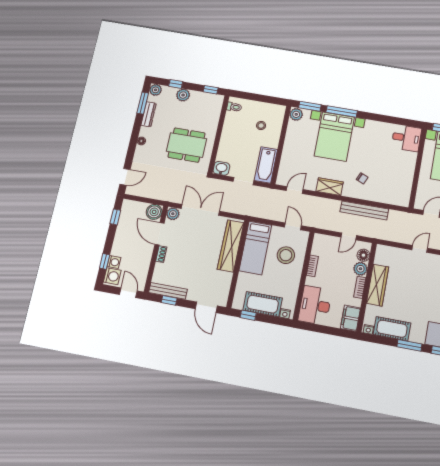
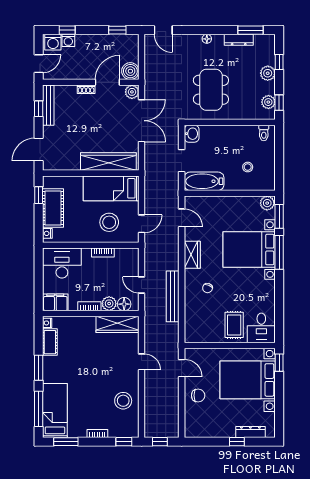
plant: (156, 90) -> (268, 102), moved
rug: (400, 161) -> (234, 325), added
wardrobe: (378, 285) -> (117, 324), moved
cot: (392, 329) -> (50, 342), width x0.73, depth x0.75

